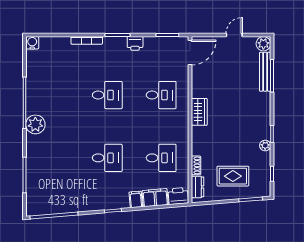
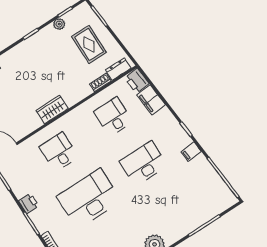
desk: (107, 95) -> (89, 199), width x1.87, depth x1.30
plant: (265, 145) -> (59, 24), moved
desk: (107, 158) -> (143, 163), width x1.37
filing cabinet: (136, 199) -> (191, 152), moved

